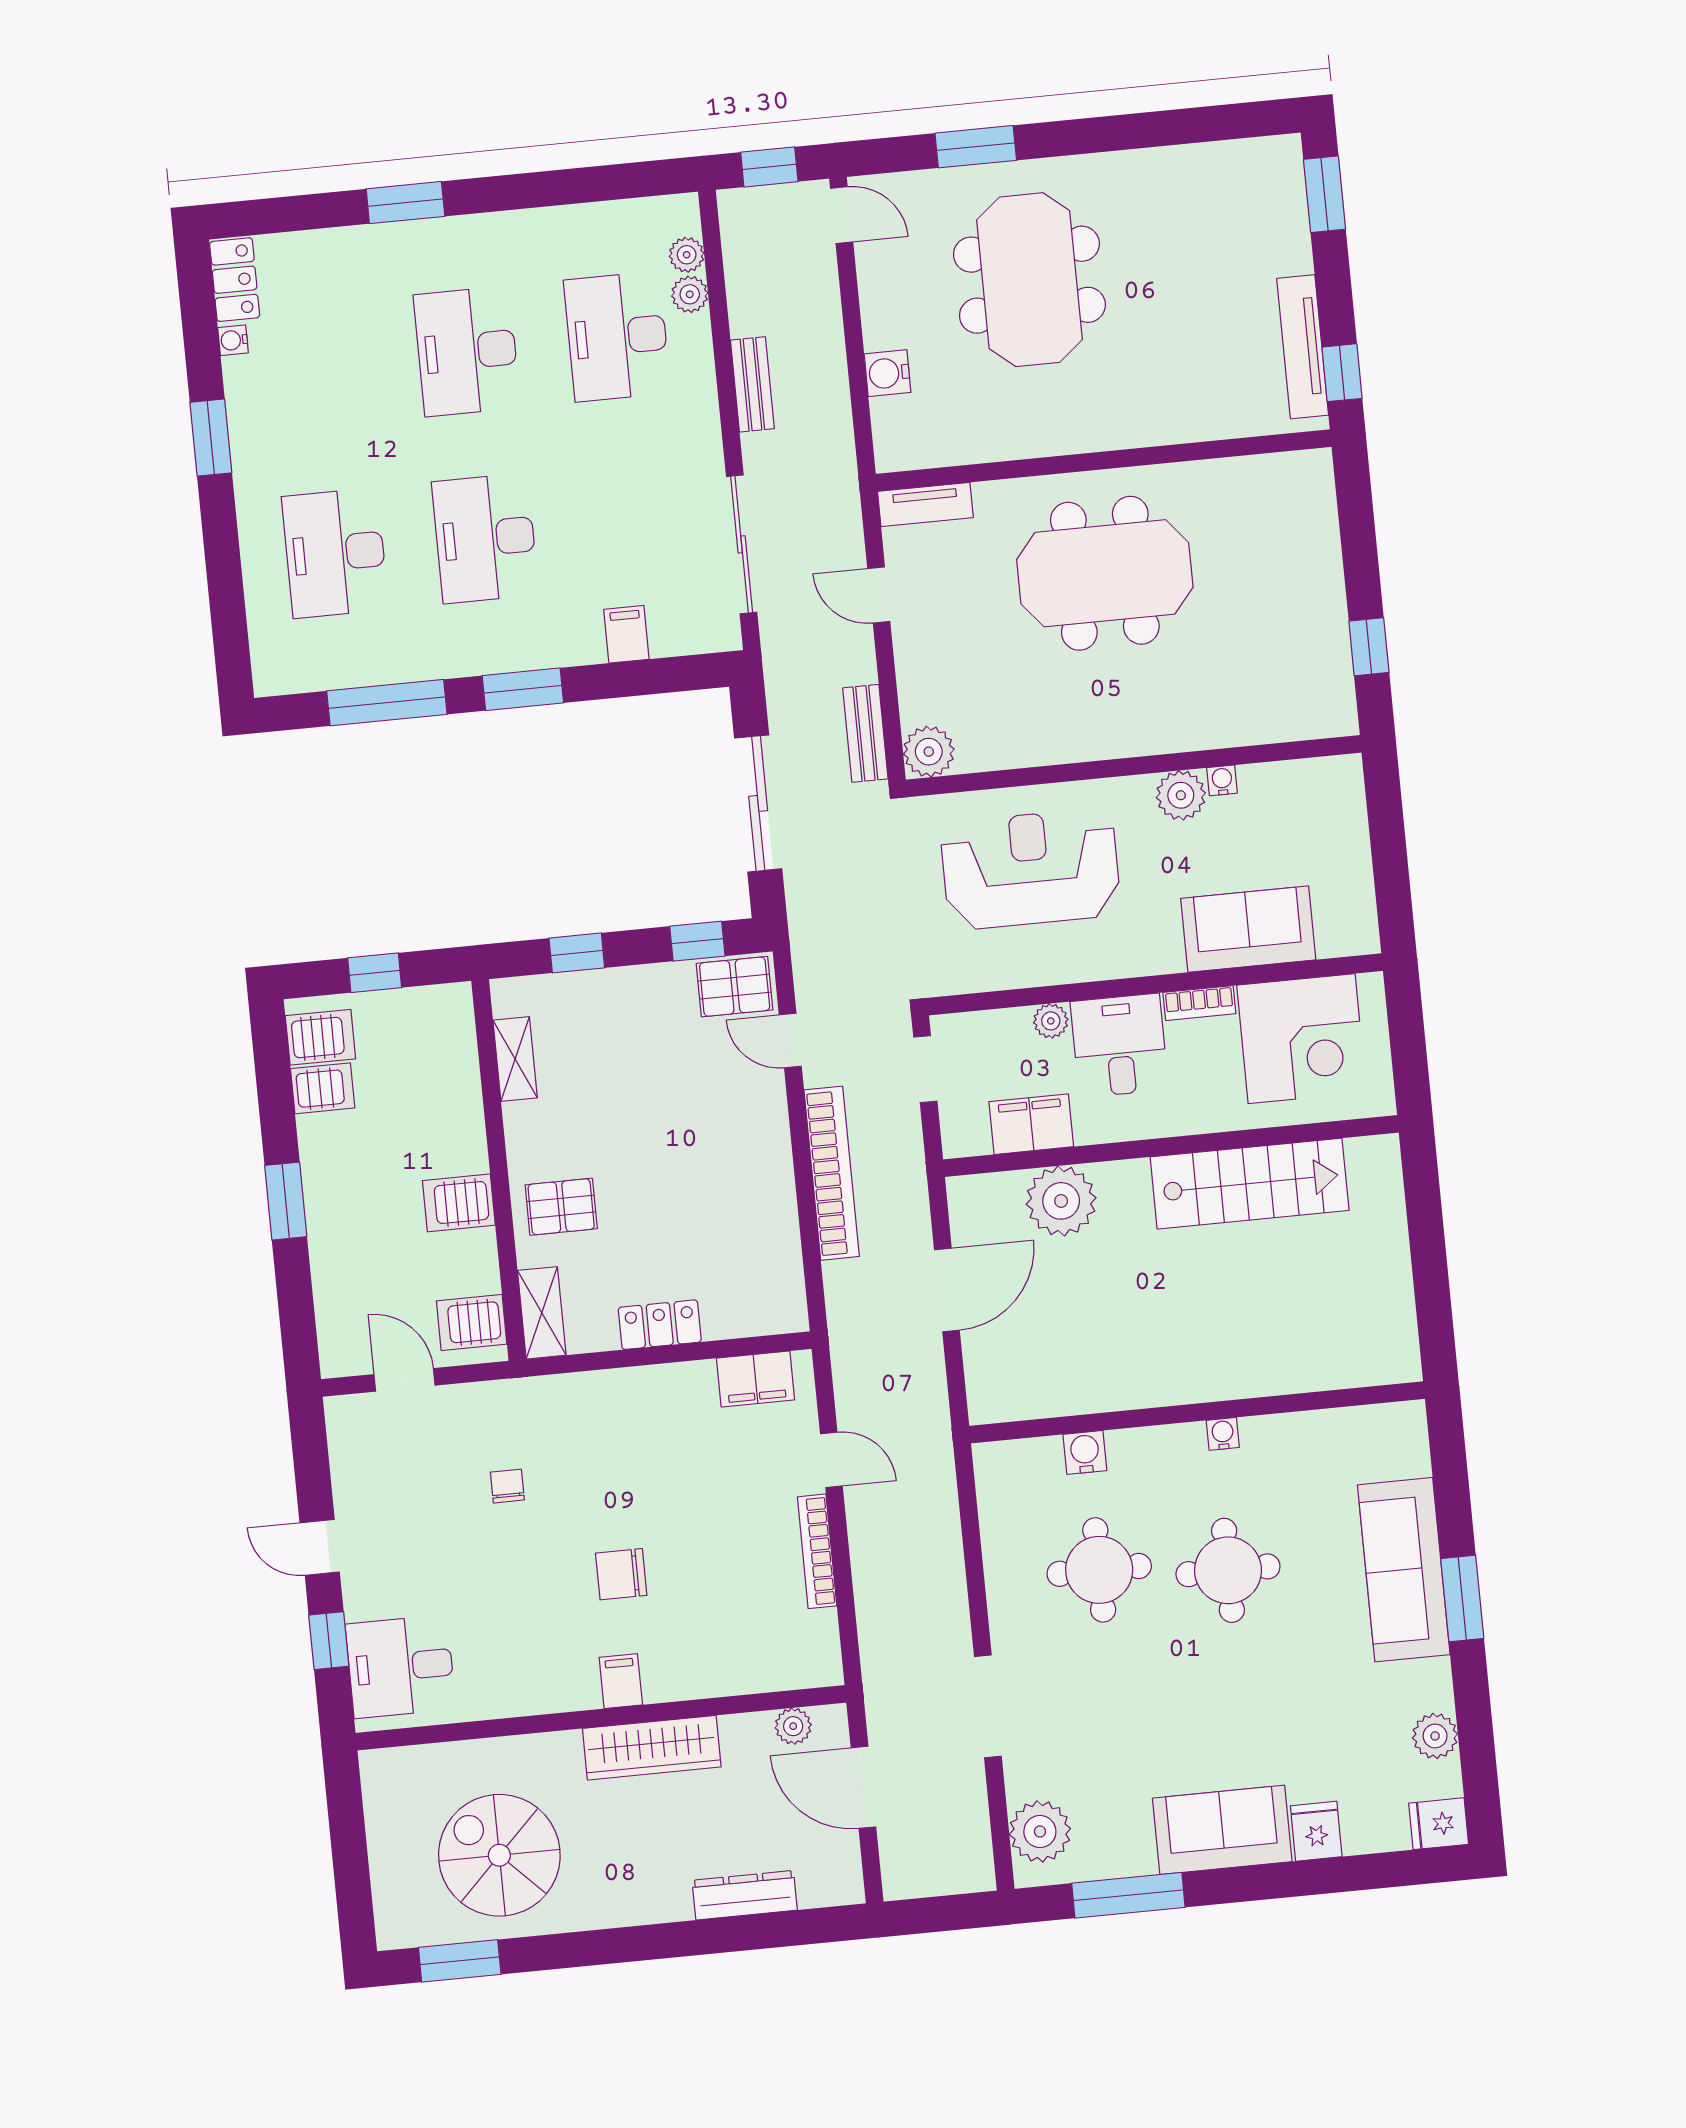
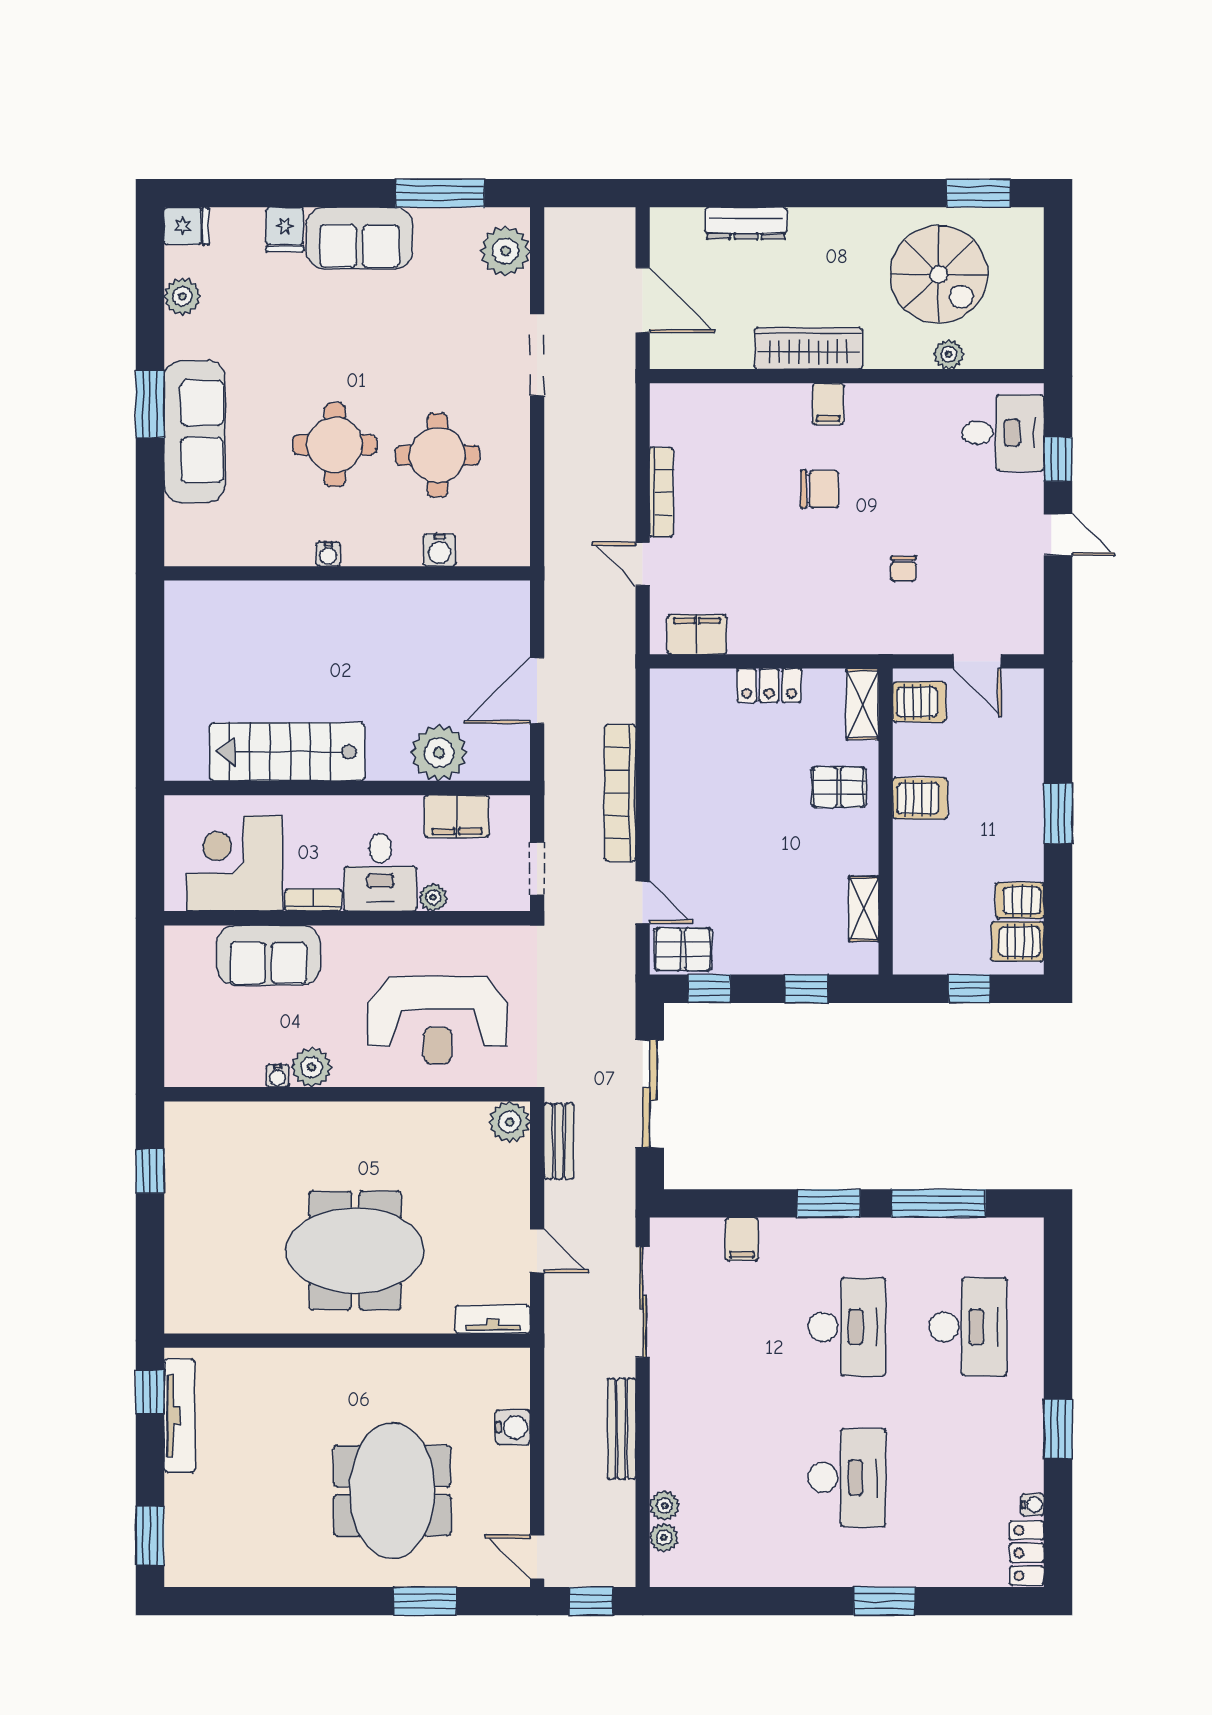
desk: (617, 337) -> (726, 1478), removed
bench: (752, 384) -> (622, 1429), width x1.36
plant: (793, 1726) -> (949, 354), moved

